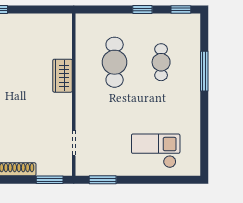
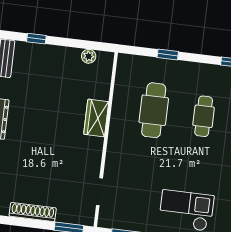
window: (142, 9) -> (168, 55), moved
plant: (49, 20) -> (89, 56), added

